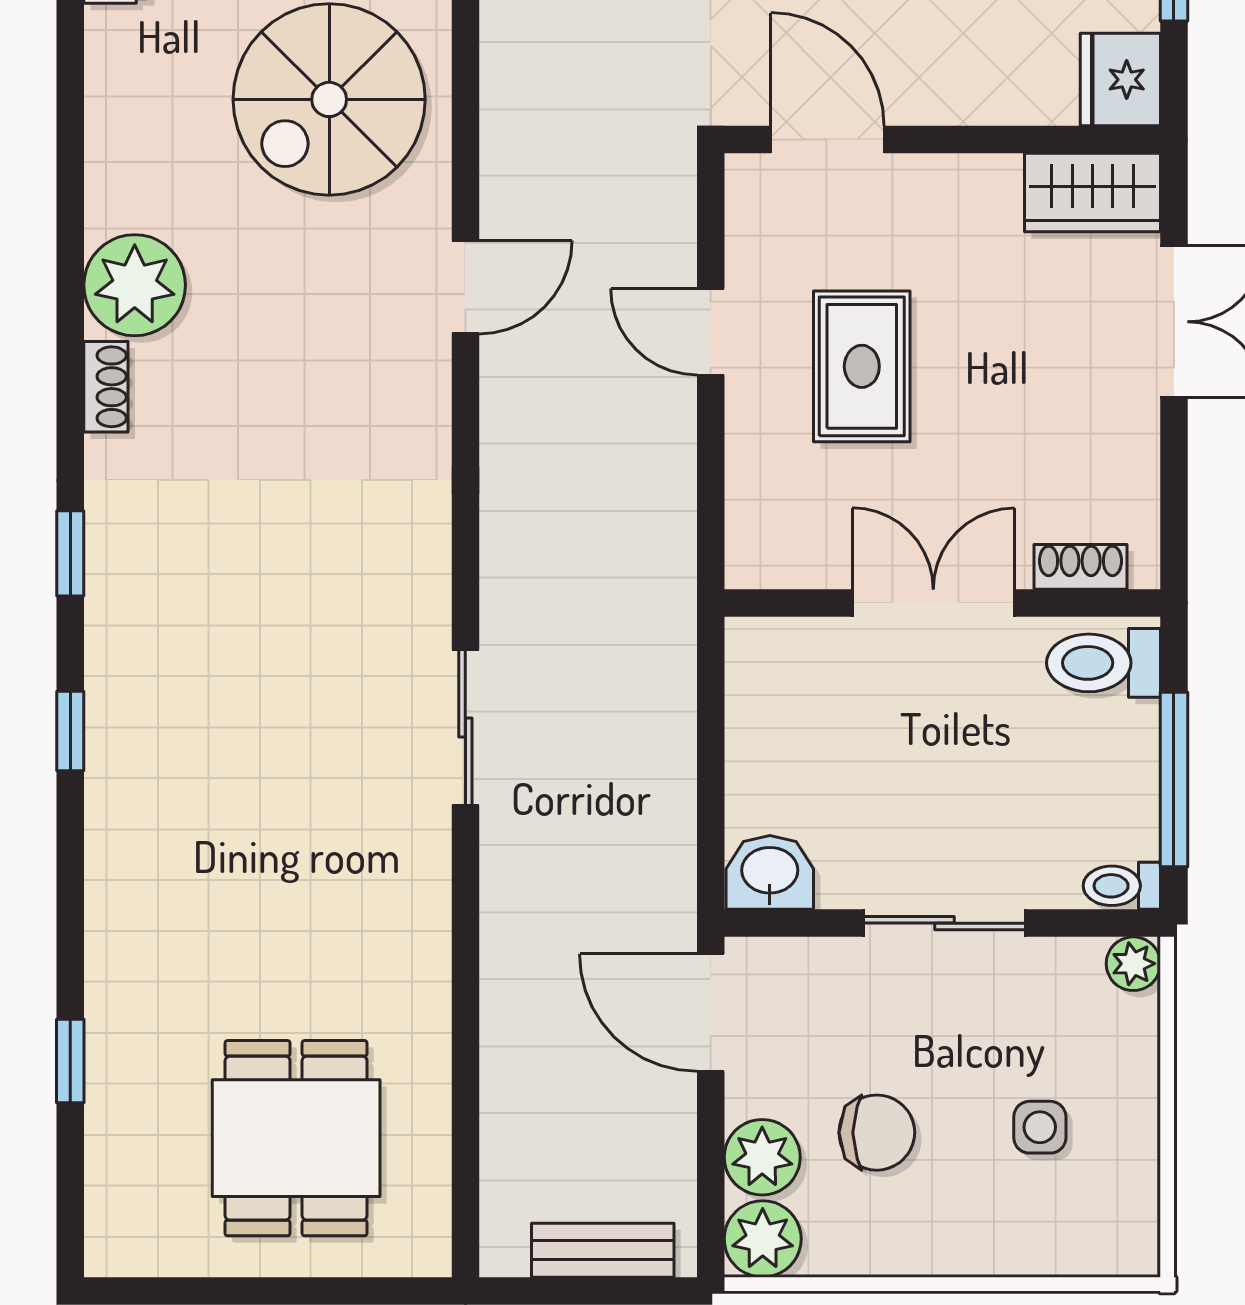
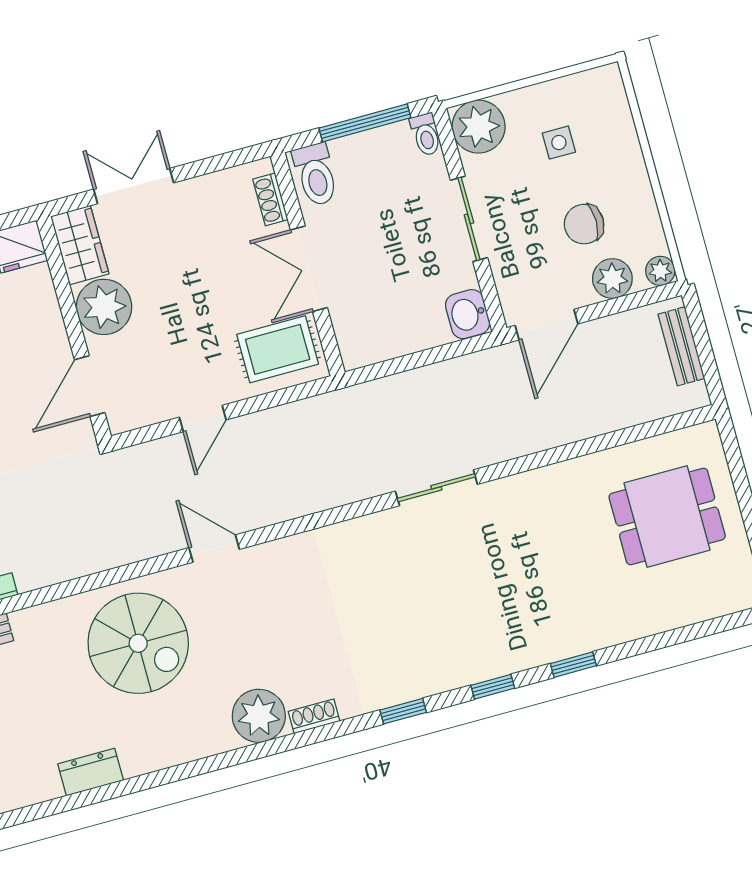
plant: (966, 206) -> (104, 307), added
rug: (862, 366) -> (278, 349), moved
plant: (1133, 964) -> (479, 127), width x1.88, depth x1.88
window: (70, 1061) -> (573, 665), moved
chair: (877, 1133) -> (584, 224), turned -90
plant: (763, 1239) -> (660, 271), width x0.73, depth x0.73

